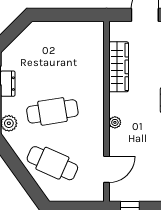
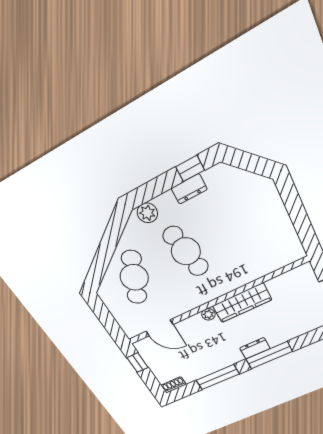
wardrobe: (119, 67) -> (242, 303), moved

